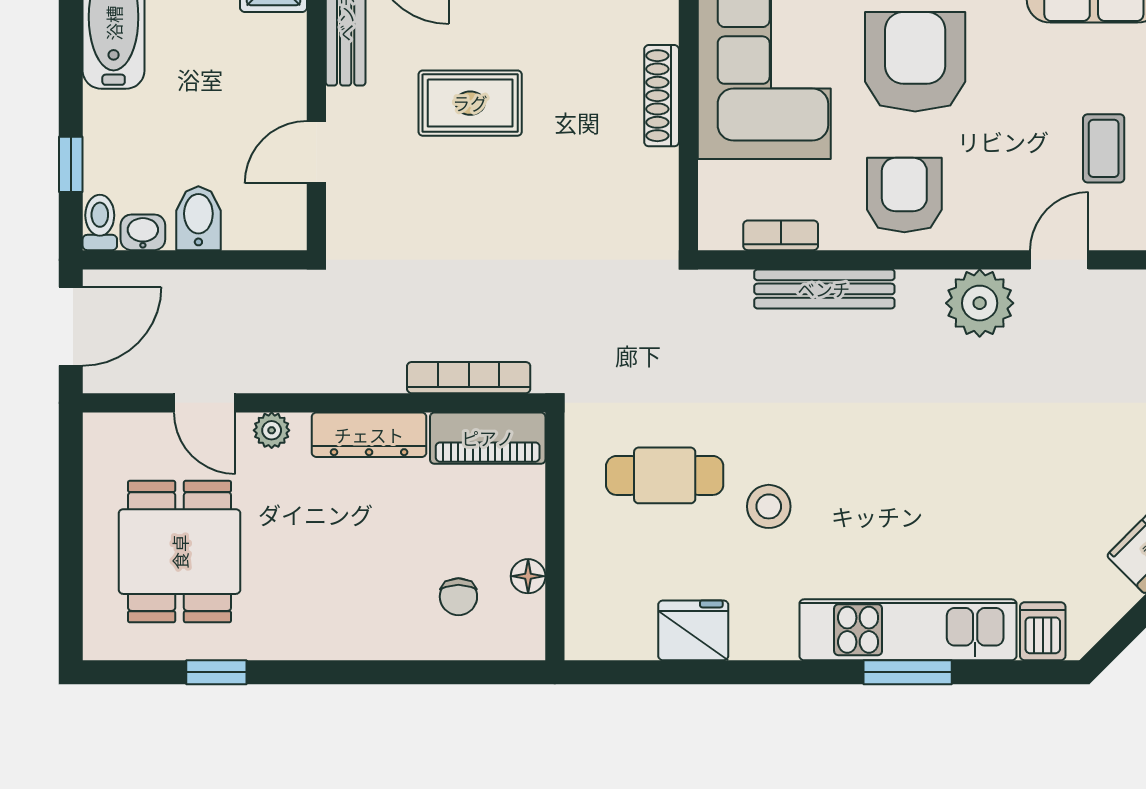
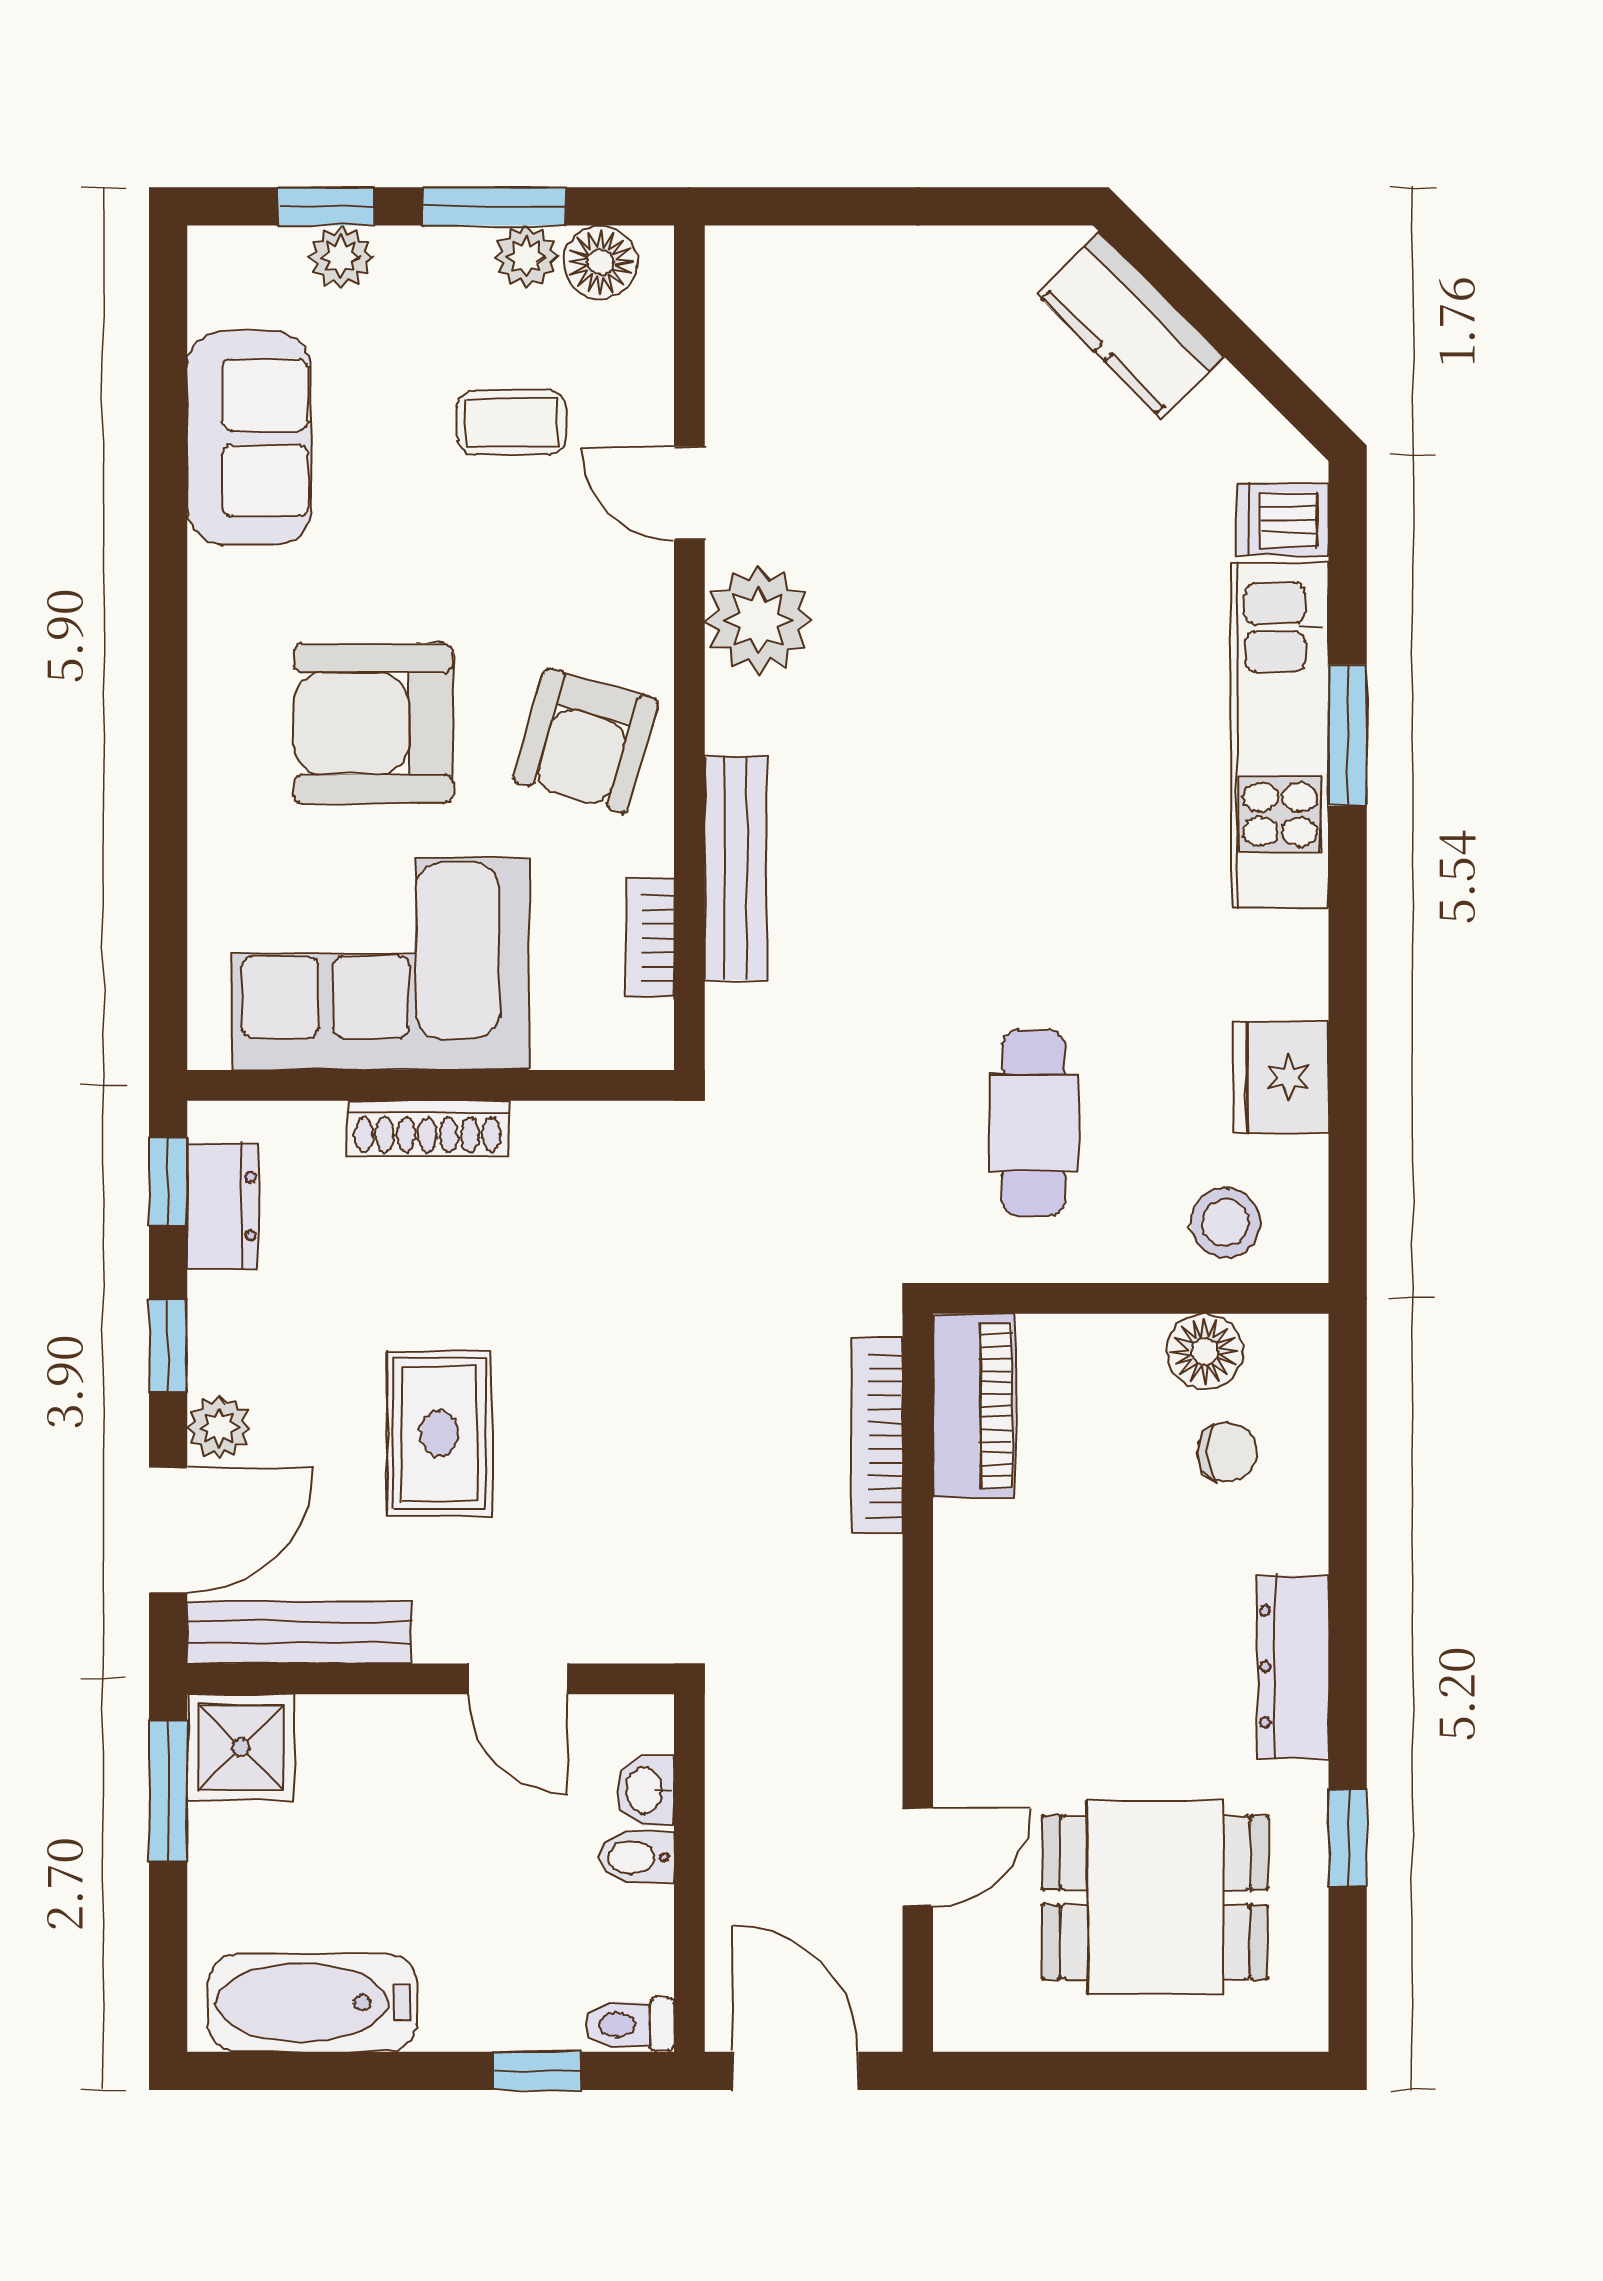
armchair: (904, 195) -> (586, 741), turned -74
bidet: (198, 218) -> (637, 1857), width x0.72, depth x0.74
washbasin: (143, 232) -> (646, 1790), moved
plant: (272, 430) -> (962, 1750), removed
dresser: (369, 435) -> (1293, 1667), moved, turned 180
stool: (769, 506) -> (1225, 1223), moved
floor lamp: (528, 576) -> (1205, 1351), width x1.37, depth x1.37

